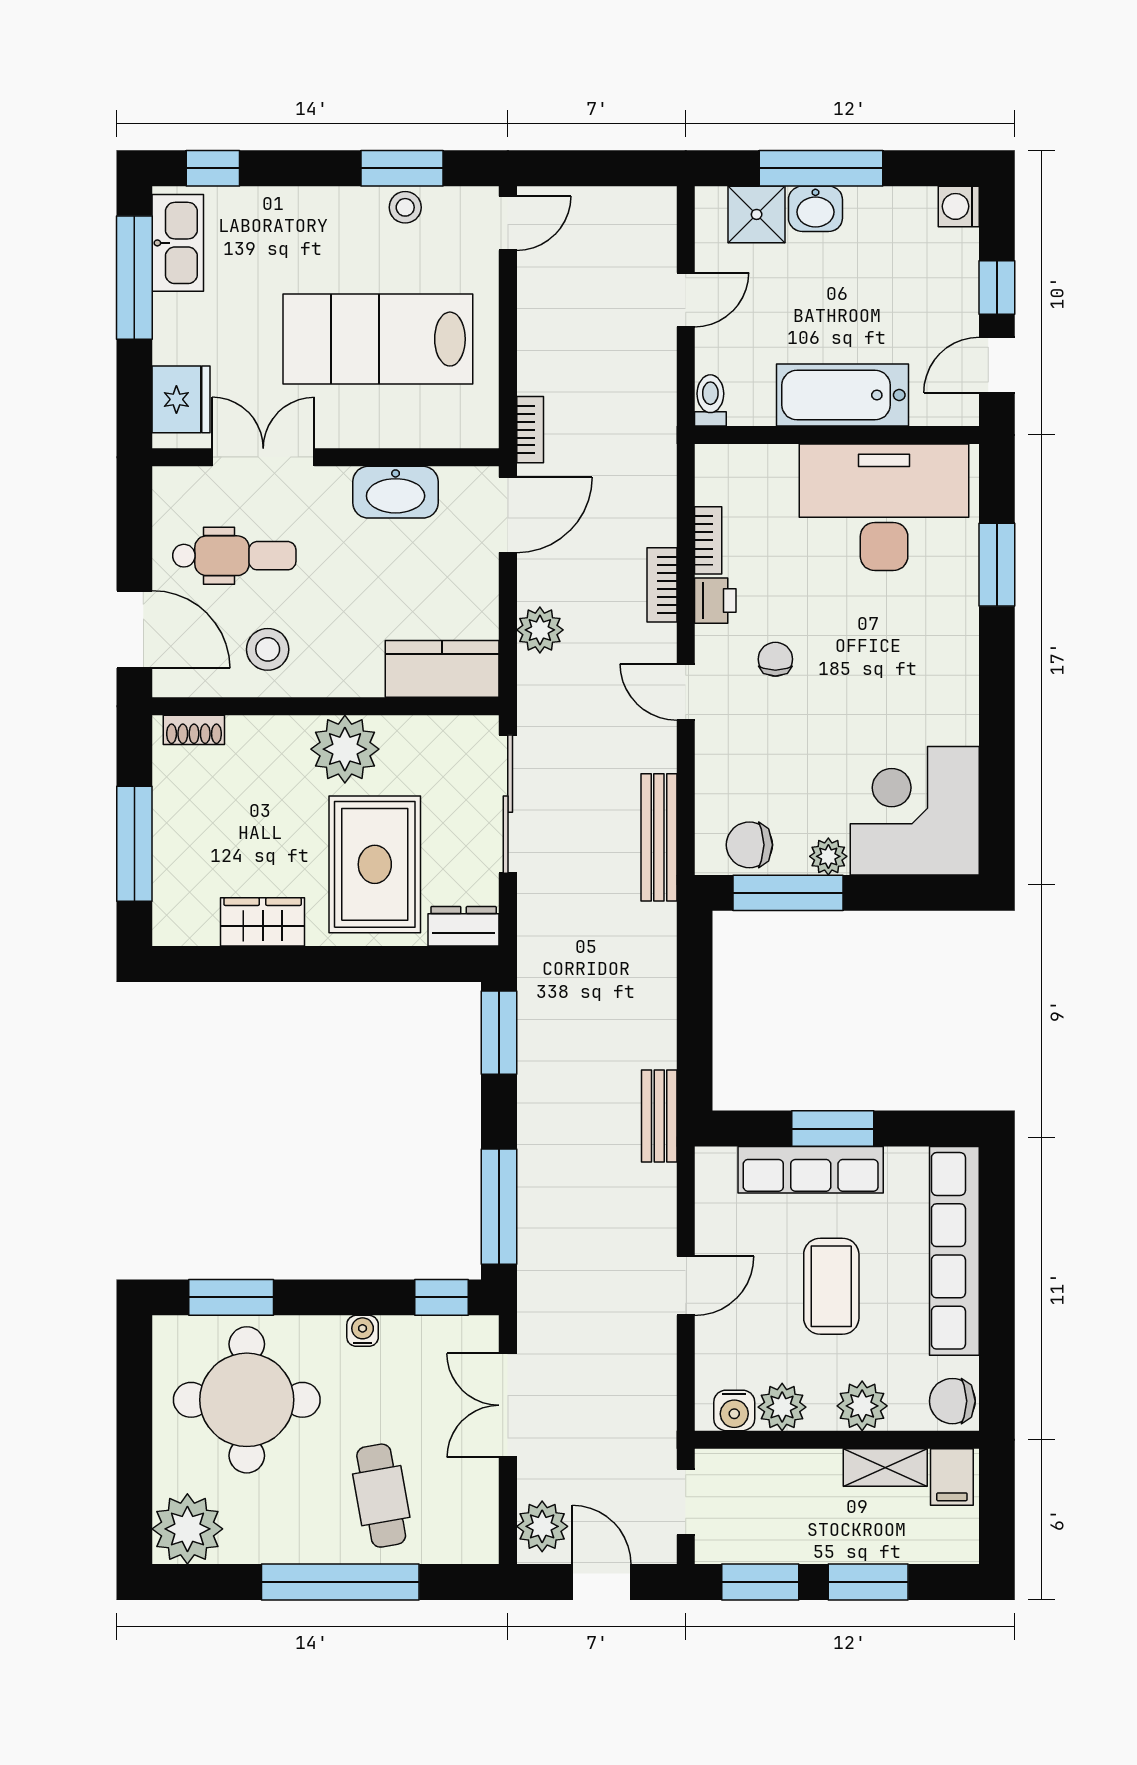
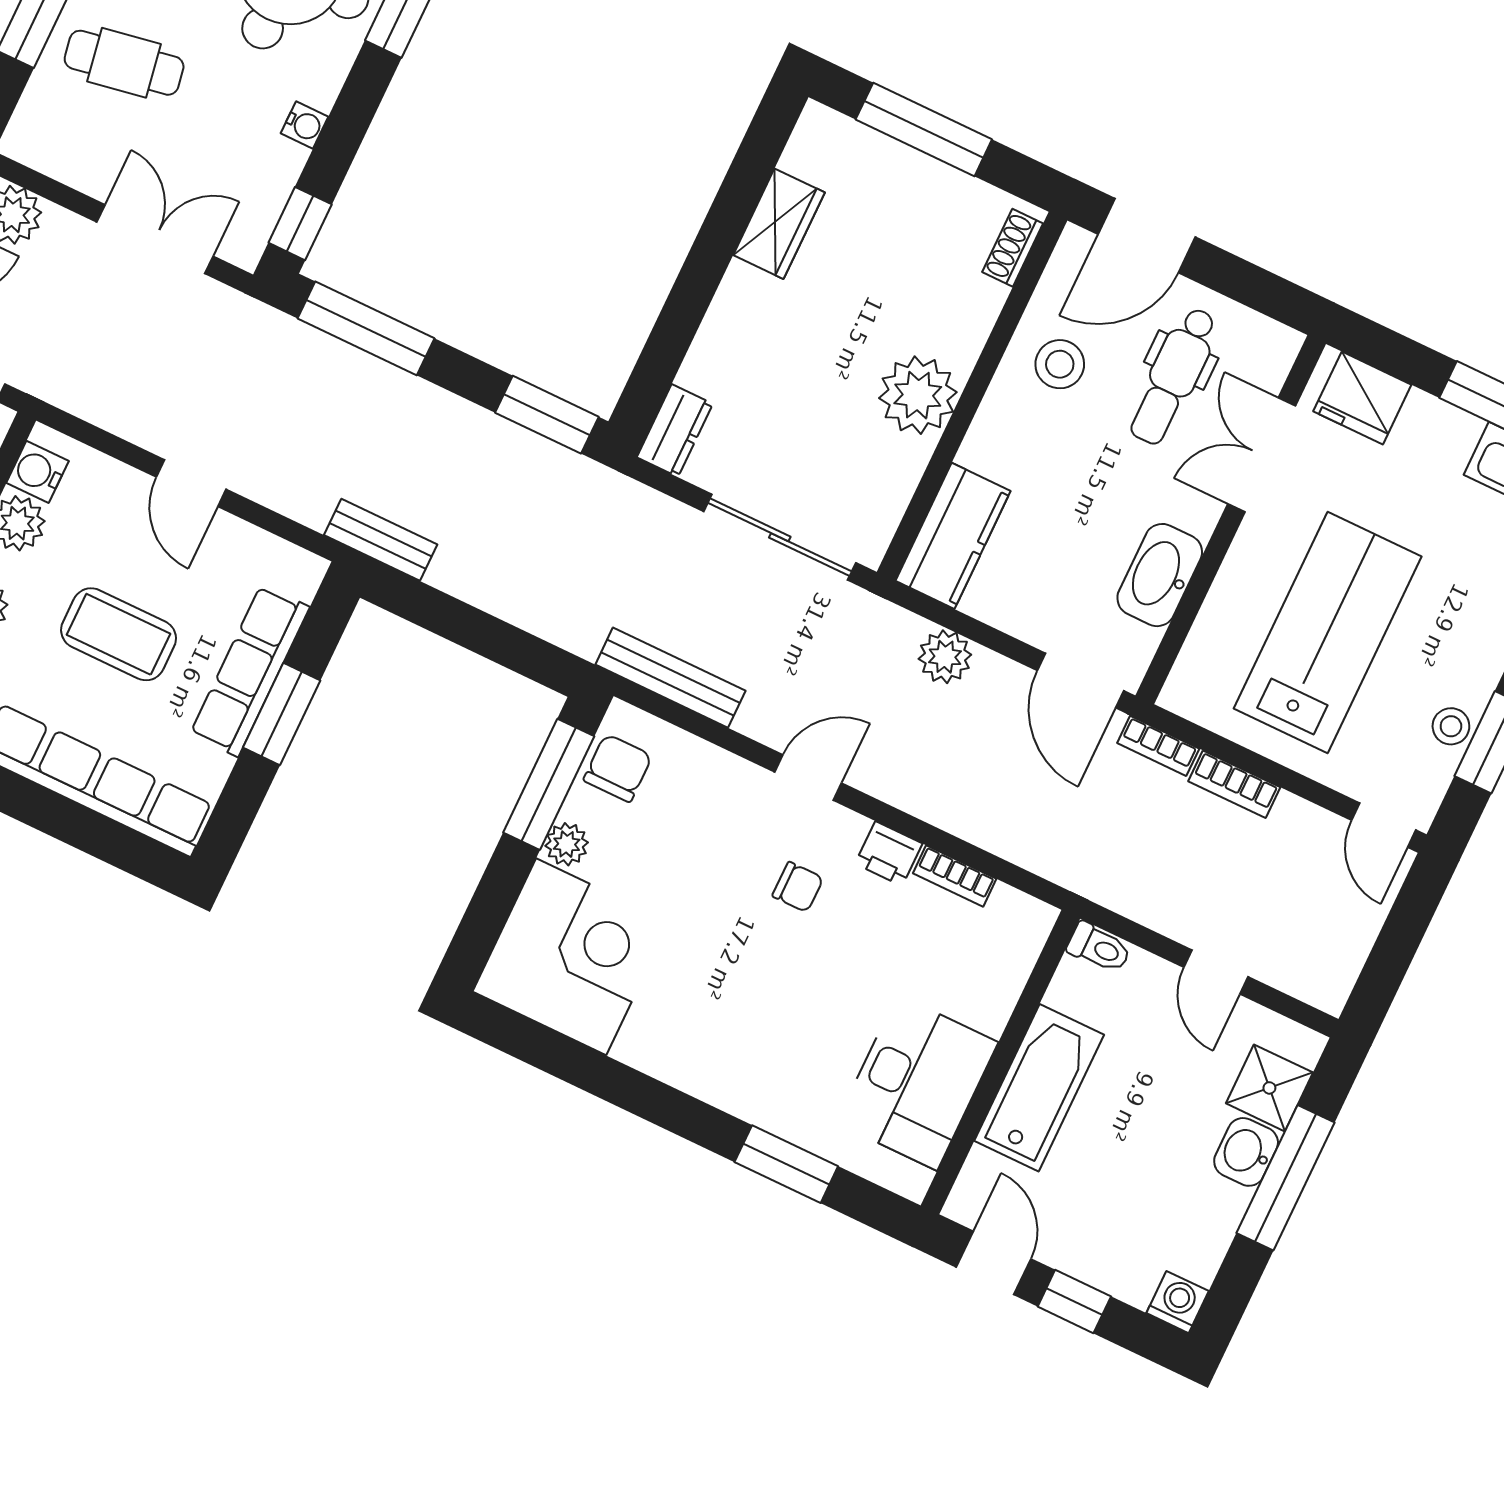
double door: (263, 457) -> (1262, 455), swing flipped
desk: (884, 507) -> (917, 1082), width x0.73, depth x0.77
bookcase: (662, 585) -> (1234, 784), moved, turned 180
rug: (375, 864) -> (783, 369), removed

